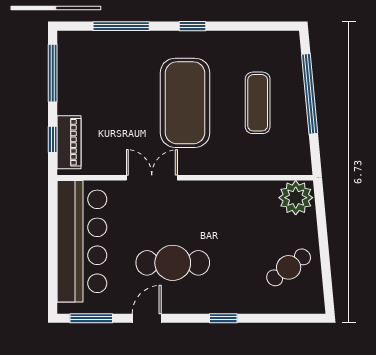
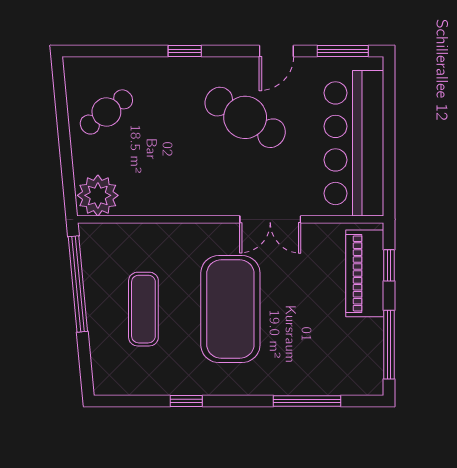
window: (192, 26) -> (186, 401), moved
window: (310, 94) -> (78, 284), moved
piano: (69, 142) -> (365, 273), width x1.37, depth x1.33
cafe table: (173, 263) -> (245, 117), turned 31

